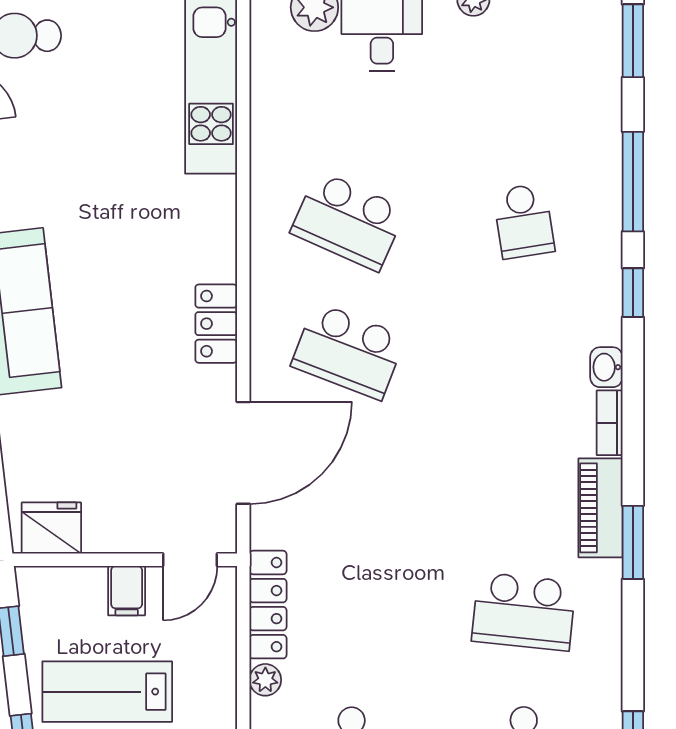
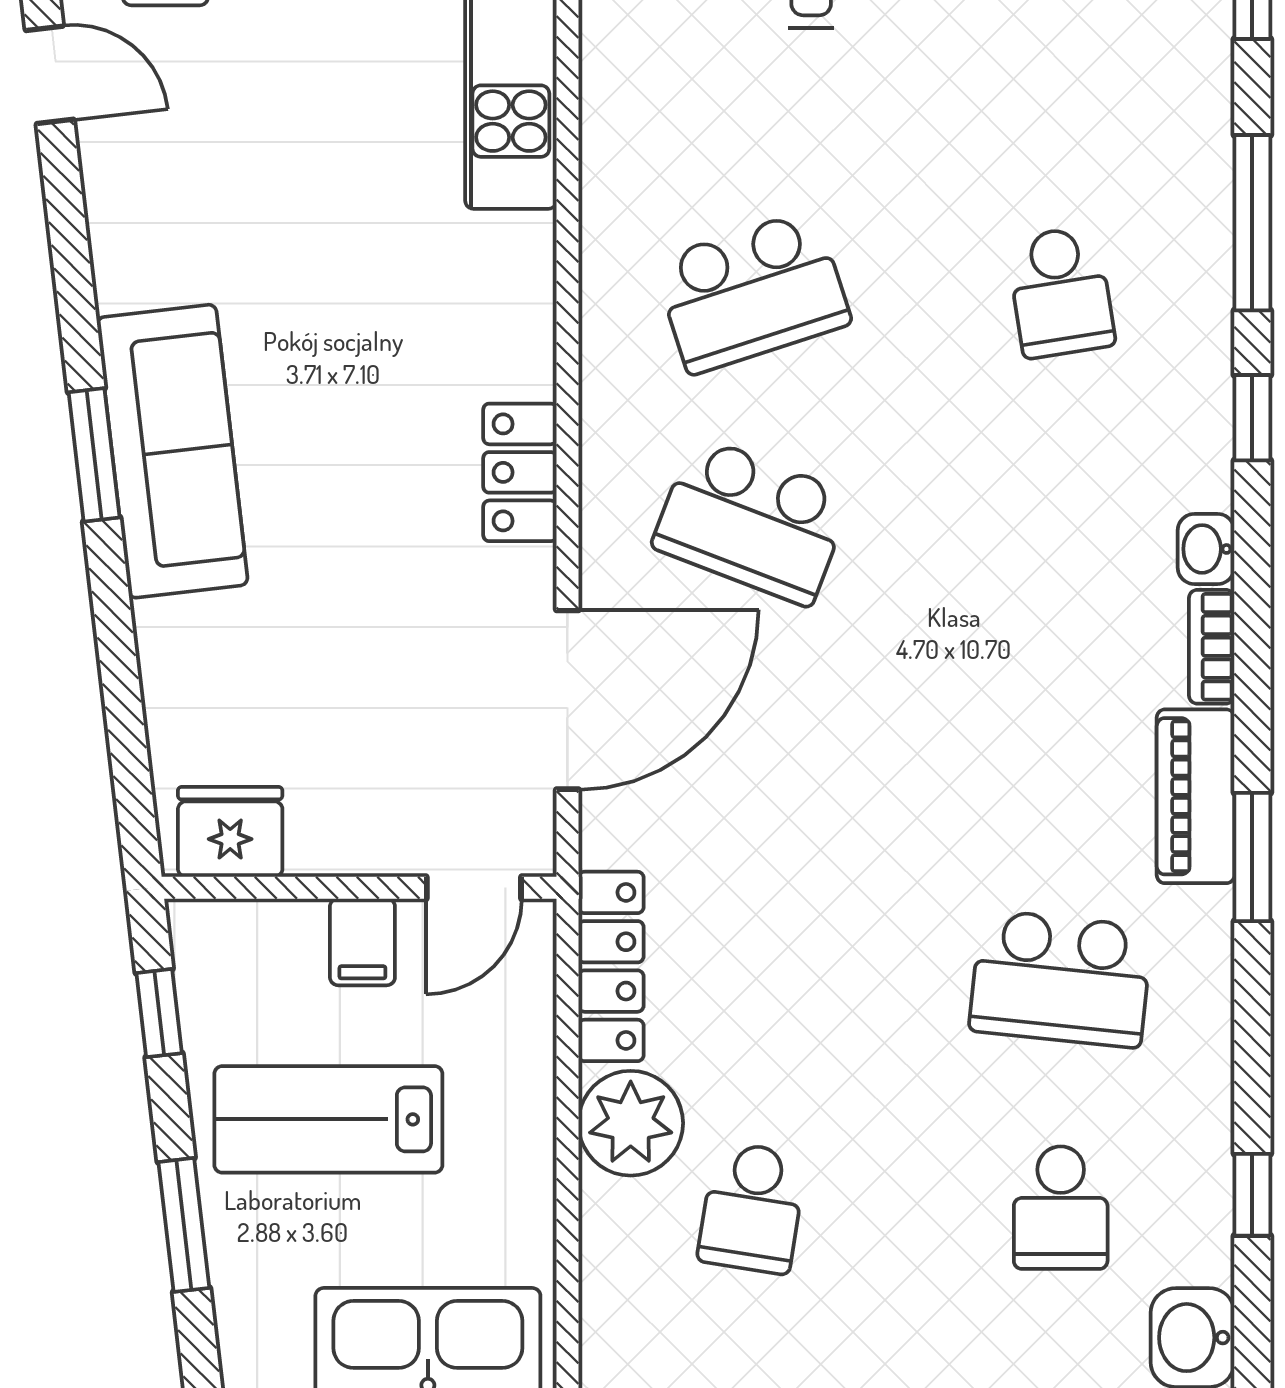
school desk: (348, 221) -> (752, 292), turned -42
plant: (265, 680) -> (631, 1123), width x1.87, depth x1.87

